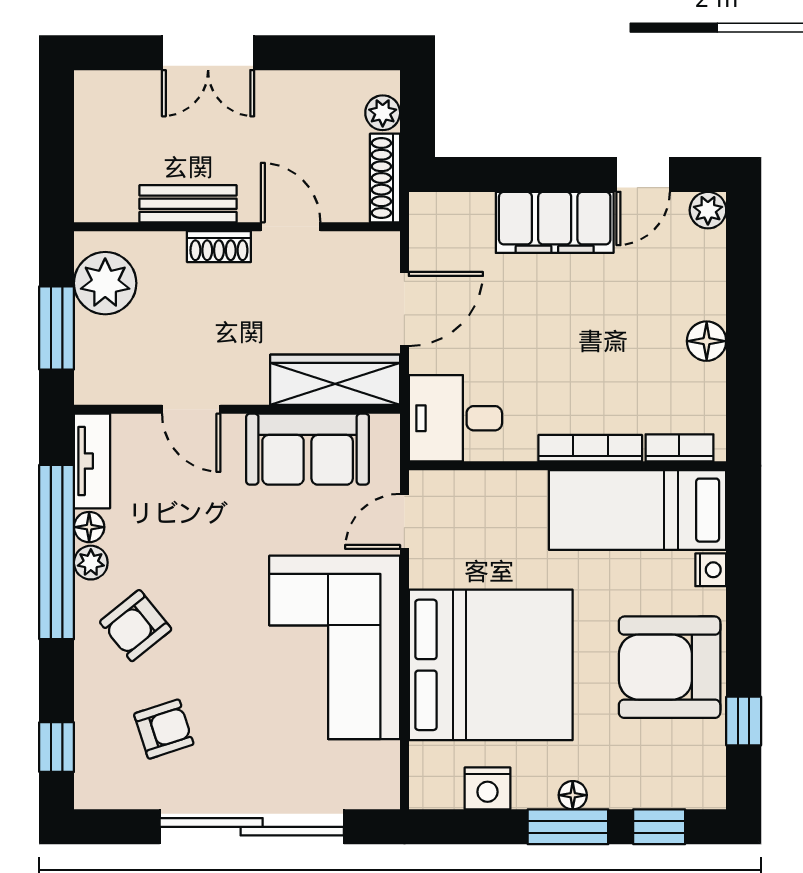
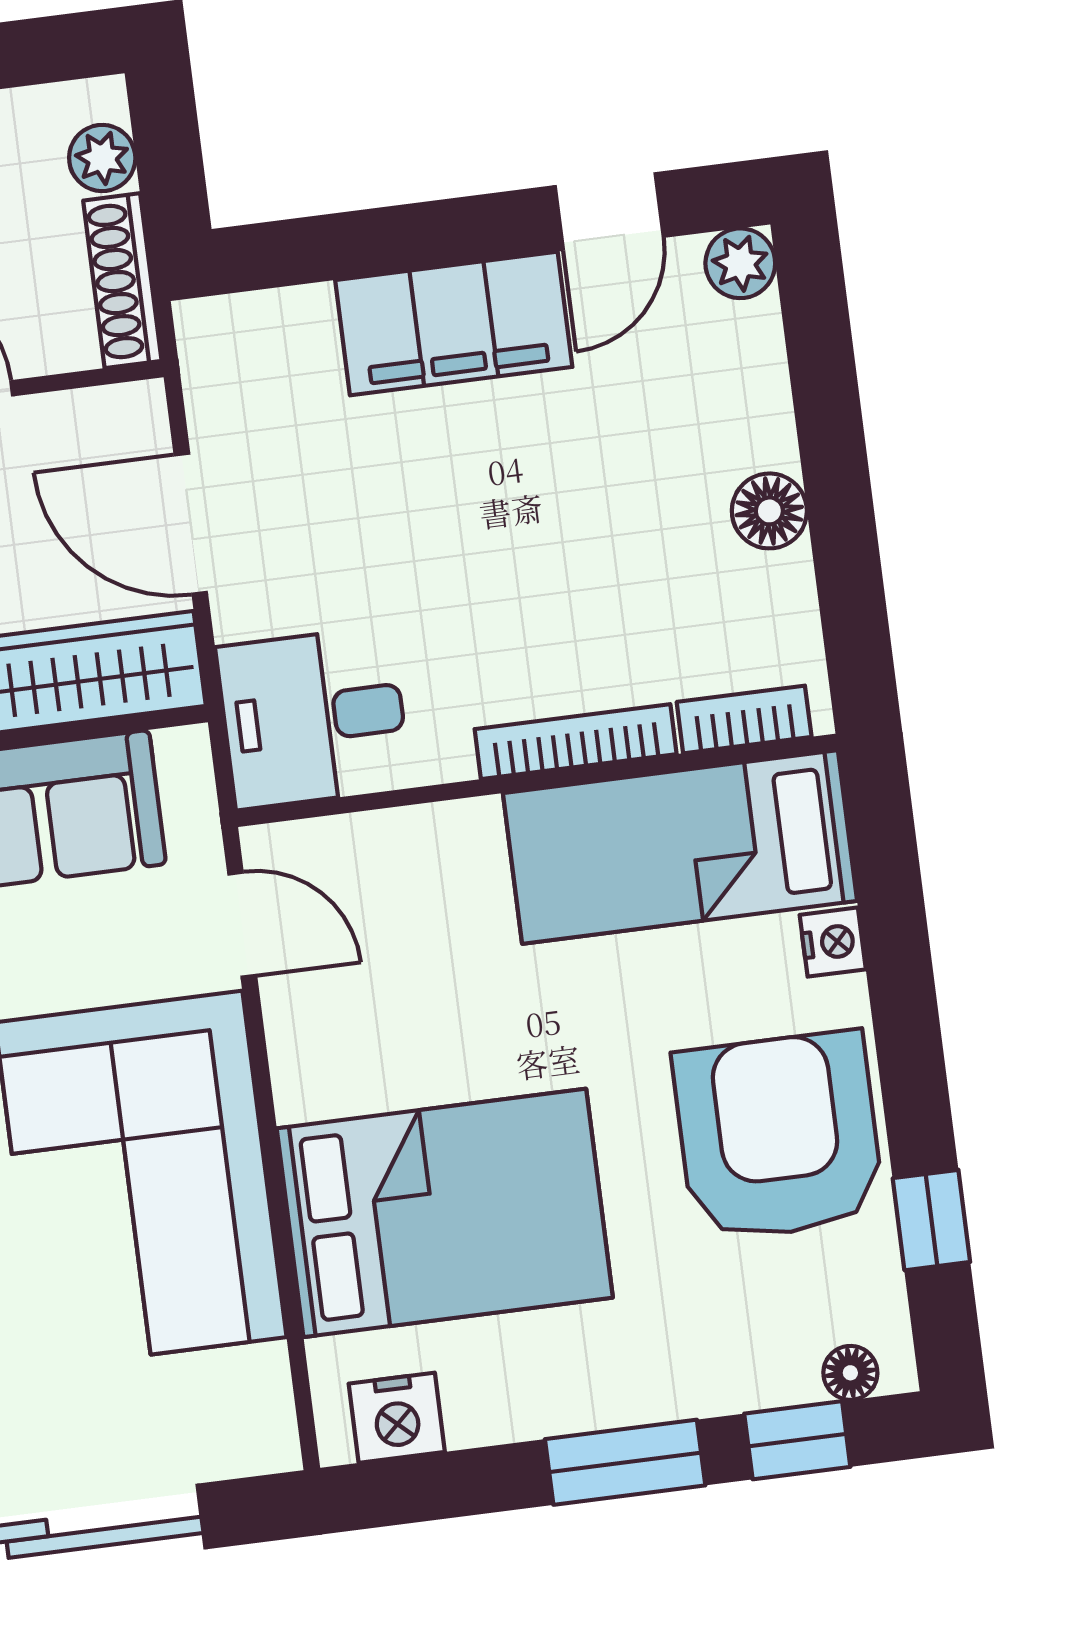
door: (404, 309) -> (191, 524), swing flipped
door: (404, 521) -> (242, 925), swing flipped
bed: (491, 665) -> (445, 1213), width x0.73
armchair: (670, 667) -> (778, 1136), turned 90
nightstand: (487, 788) -> (397, 1418), moved
floor lamp: (573, 795) -> (850, 1373), moved

